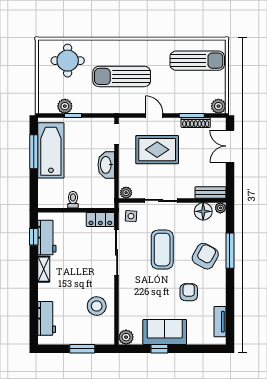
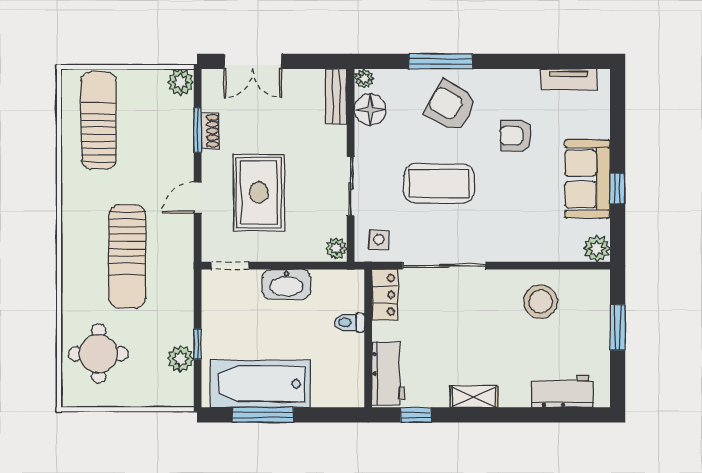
shoe rack: (196, 123) -> (210, 131), width x0.70
toilet: (73, 200) -> (349, 322), moved
workbench: (47, 237) -> (388, 373), moved, turned 90

